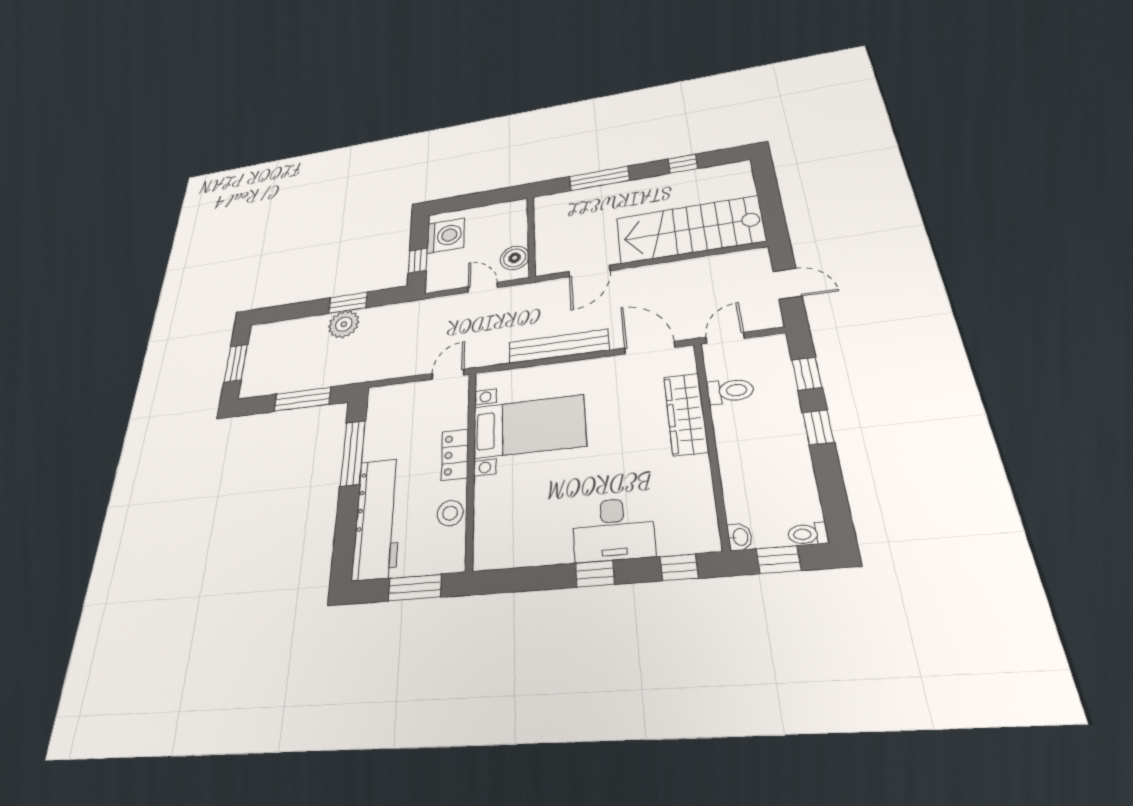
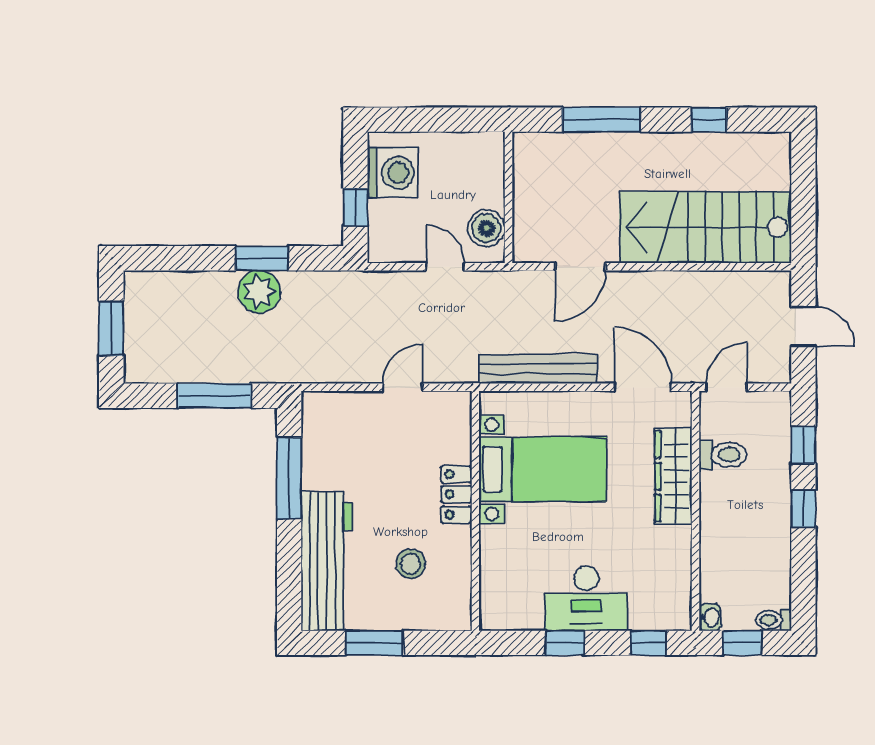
bed with nightstands: (529, 426) -> (543, 469), moved
locker: (455, 455) -> (456, 494), moved
wall: (471, 466) -> (475, 511), moved

